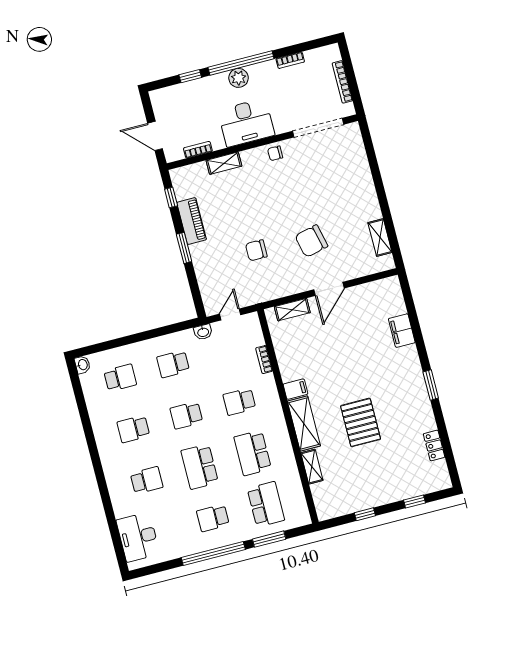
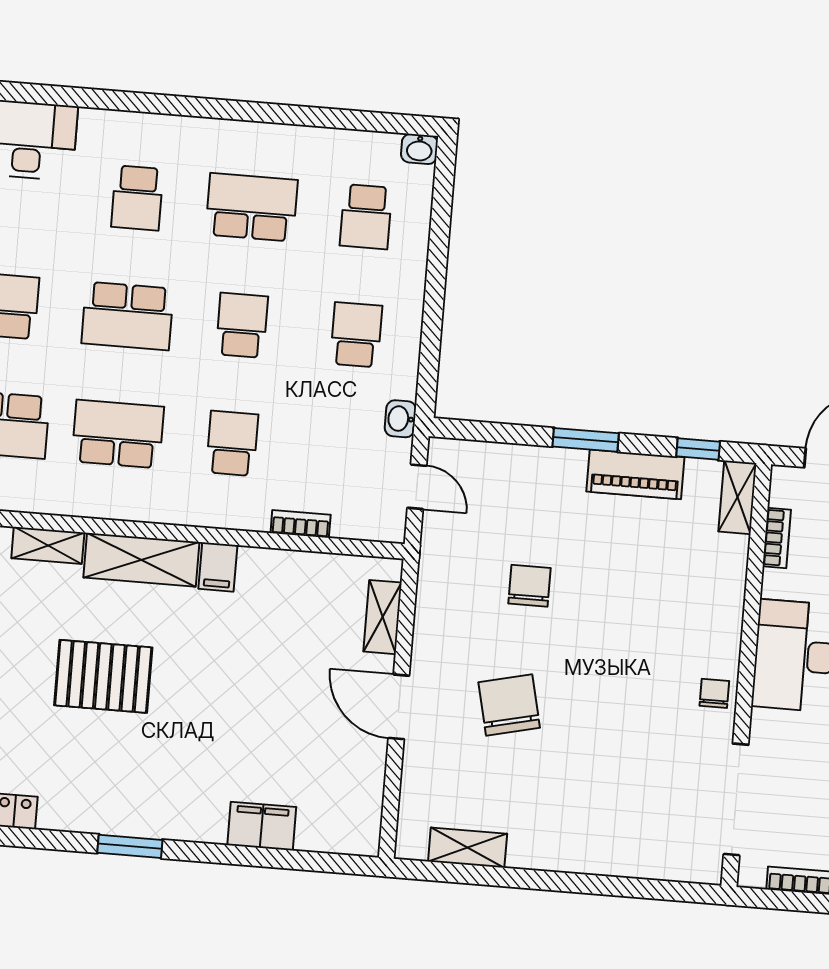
shelving: (224, 163) -> (737, 497), moved
school desk: (133, 429) -> (252, 207), width x1.85
school desk: (200, 467) -> (128, 316), turned 180

